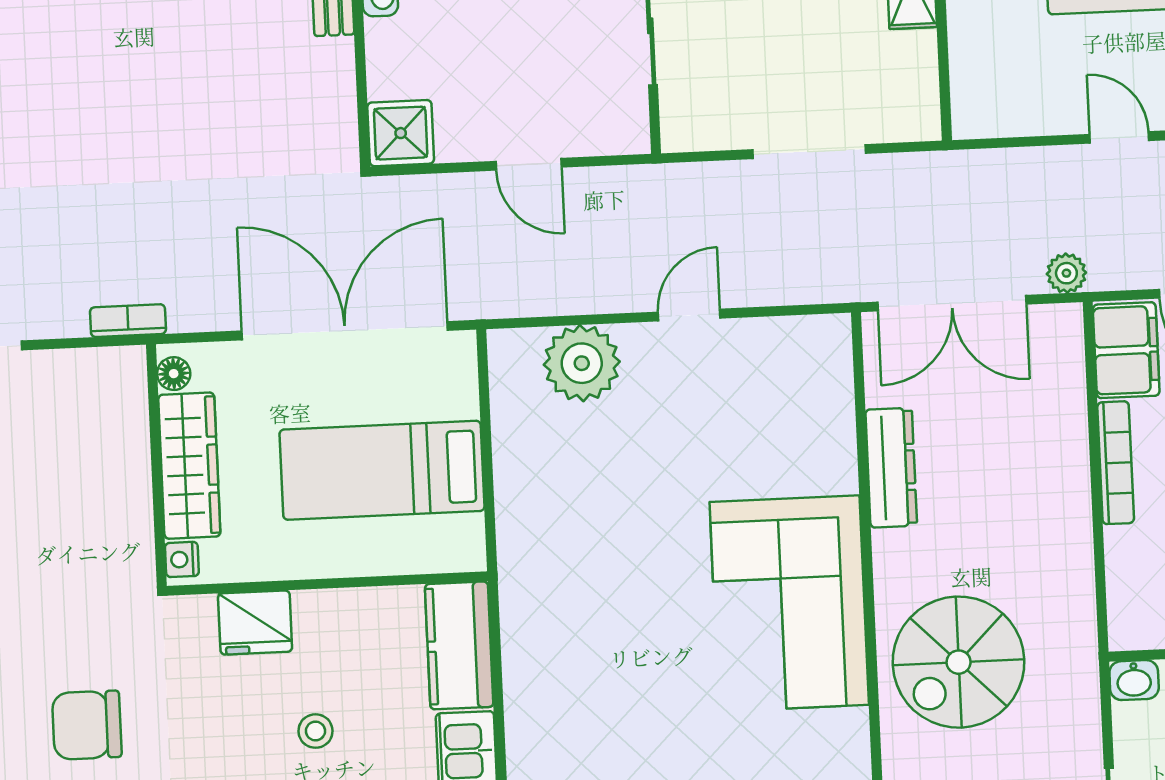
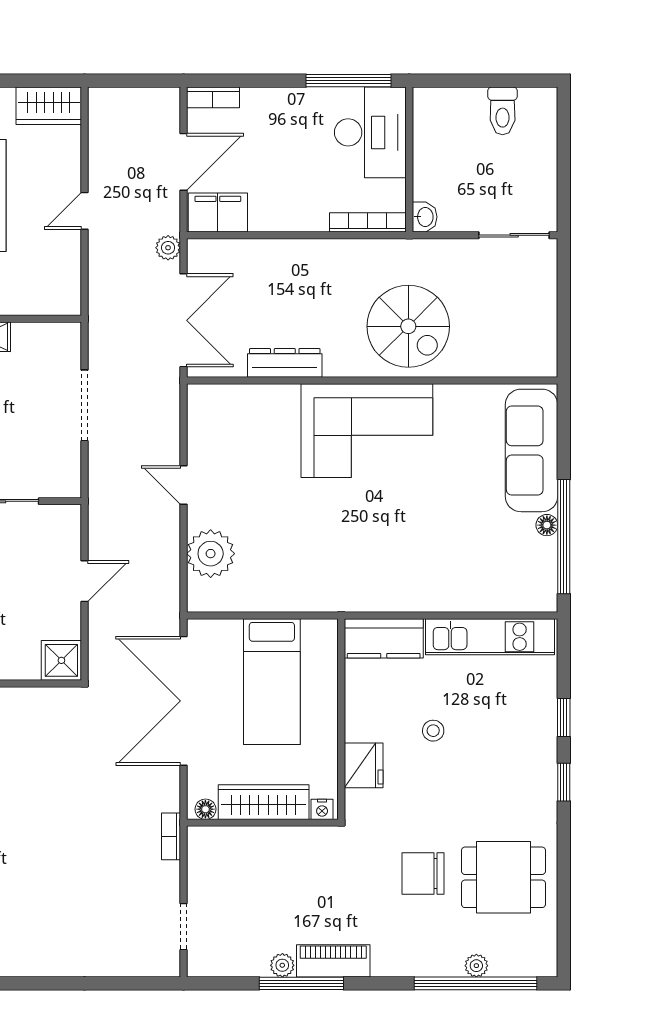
bookcase: (1116, 463) -> (368, 222), moved
chair: (87, 725) -> (423, 874), turned 90

